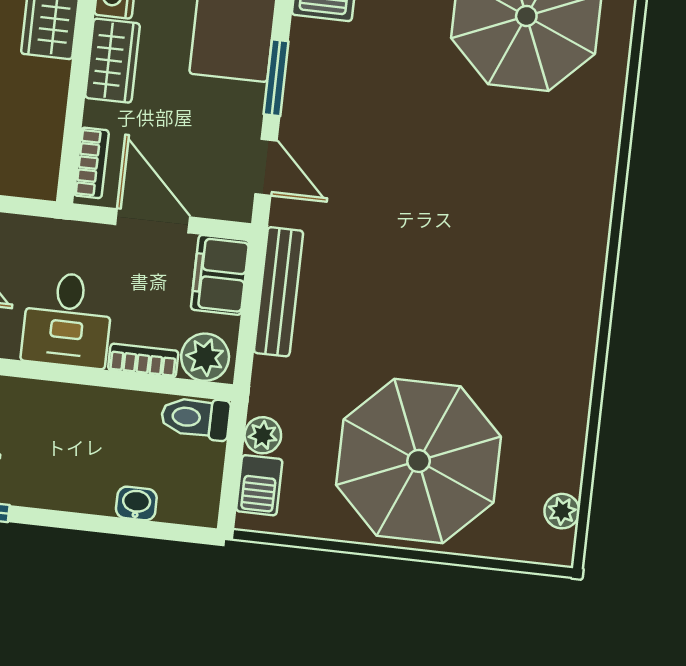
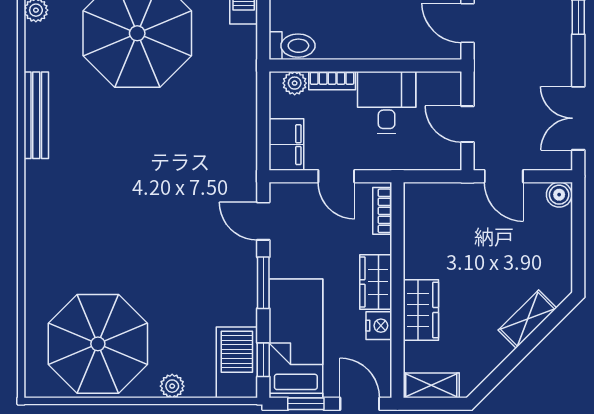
door: (153, 221) -> (336, 176), width x0.73
bench: (279, 292) -> (36, 115), moved
plant: (205, 357) -> (295, 83), width x0.73, depth x0.73
plant: (263, 435) -> (245, 39), removed

